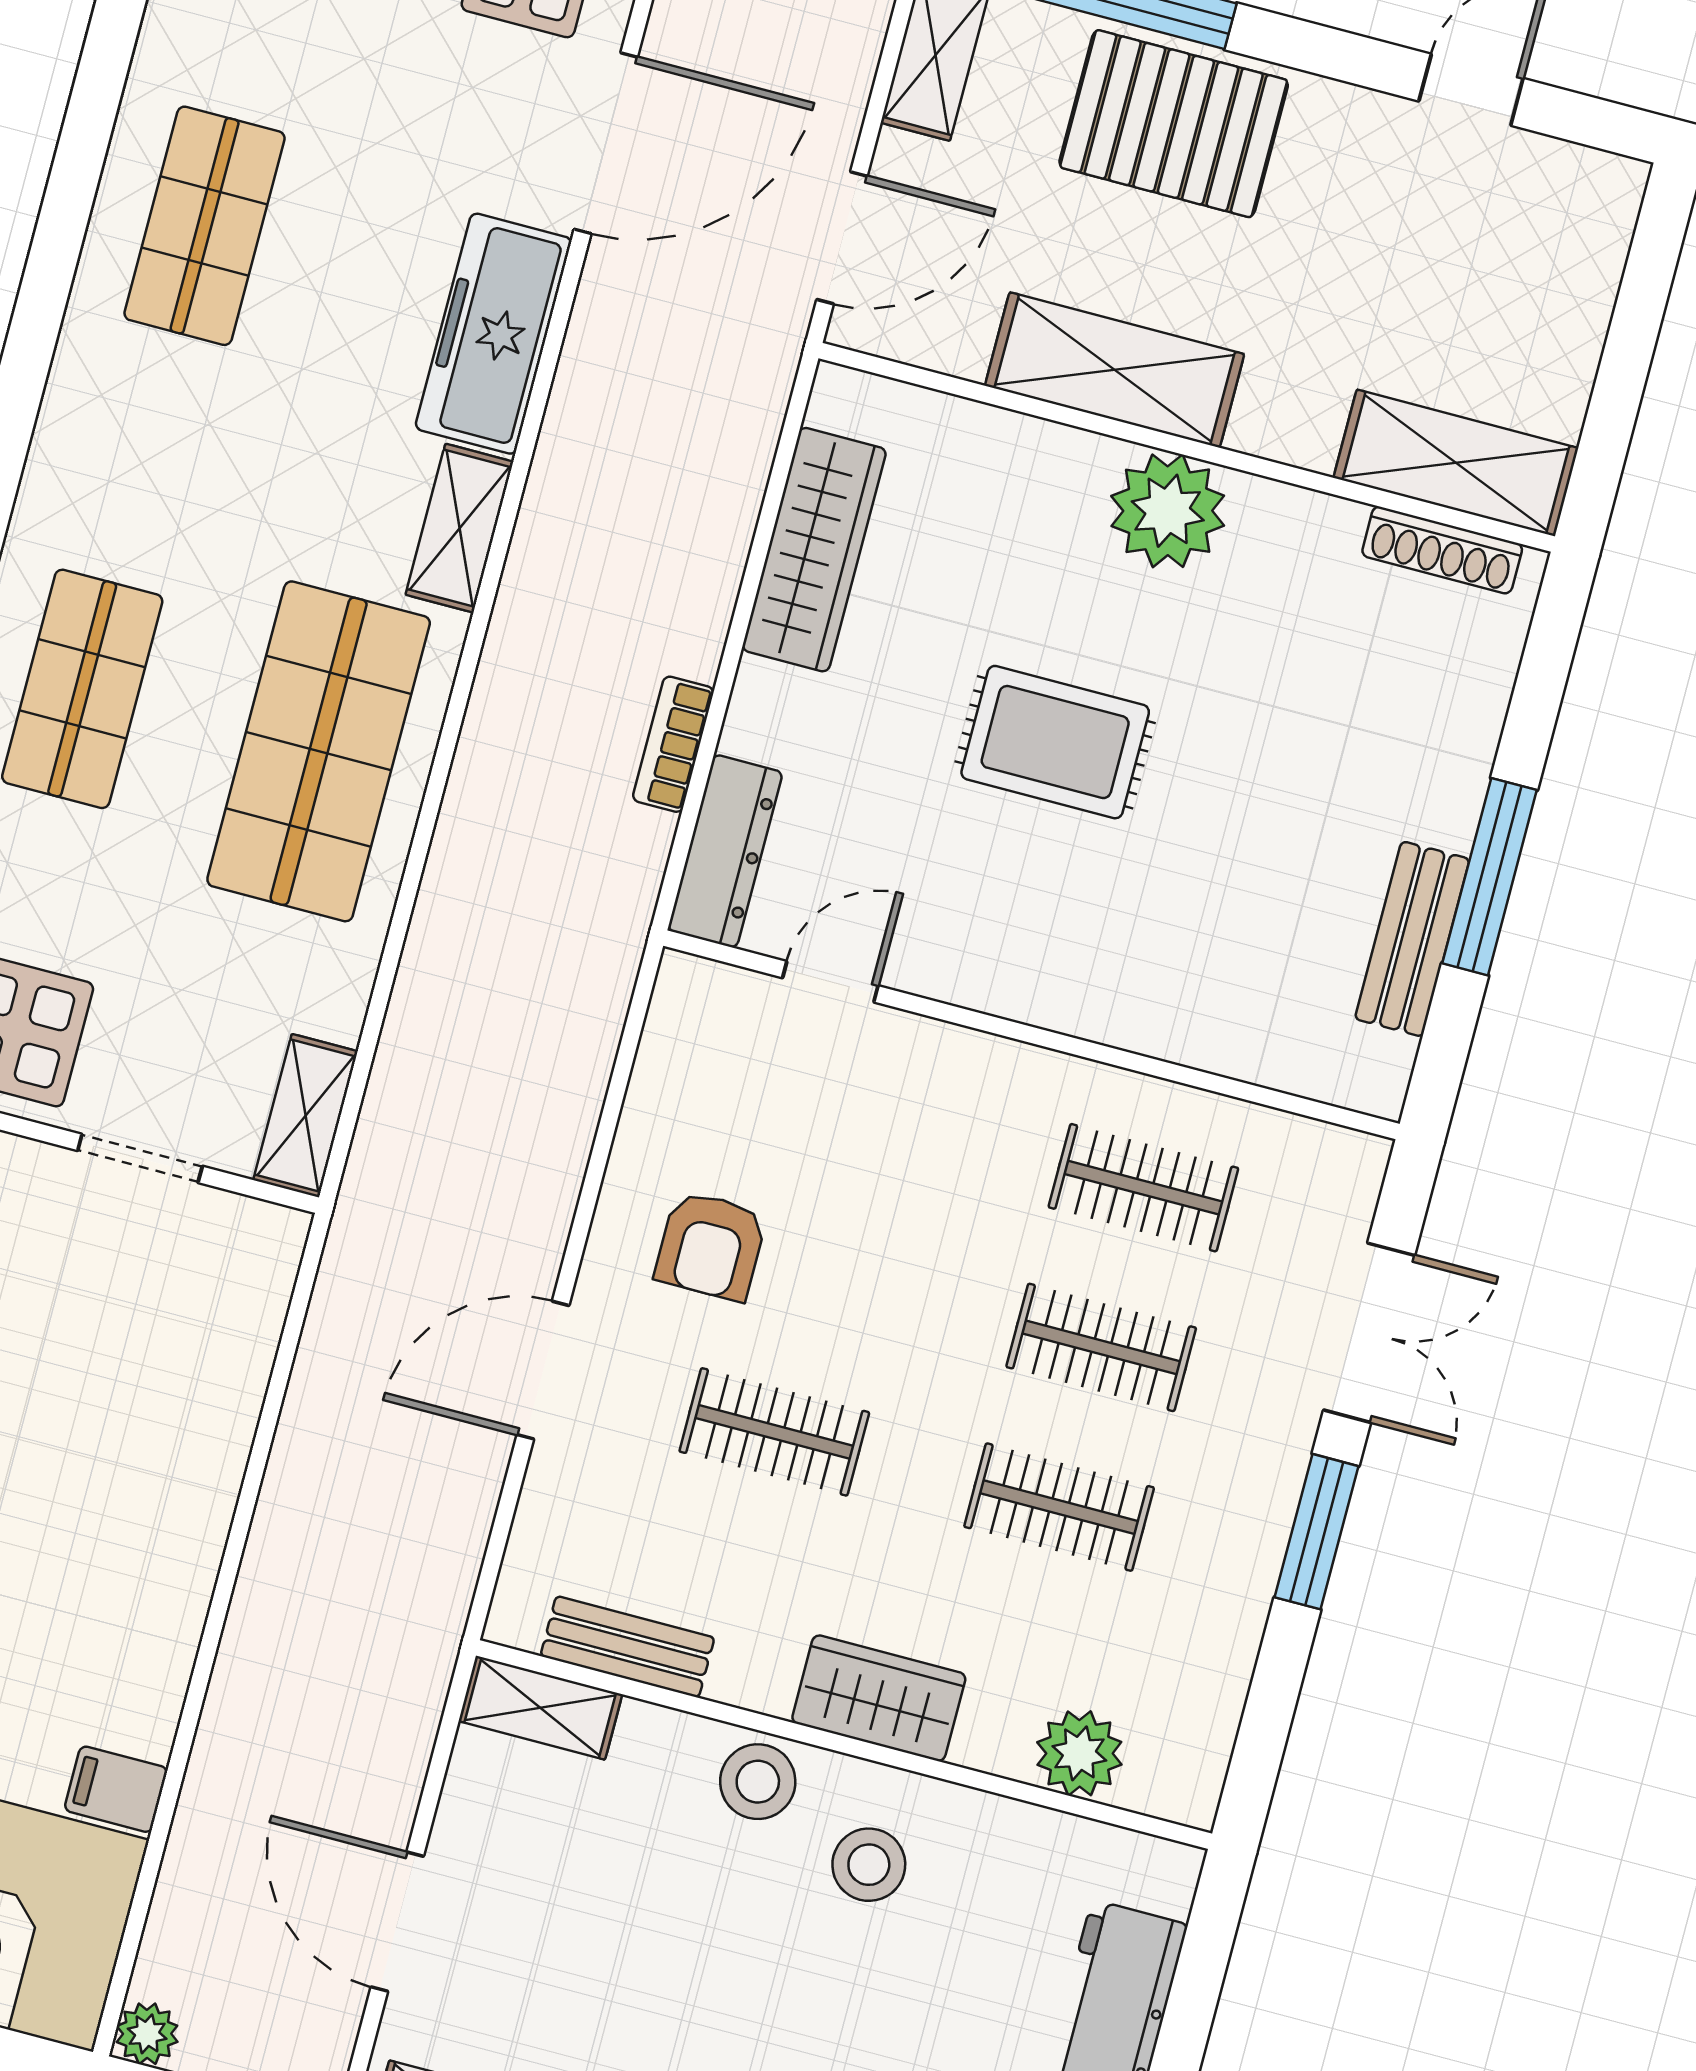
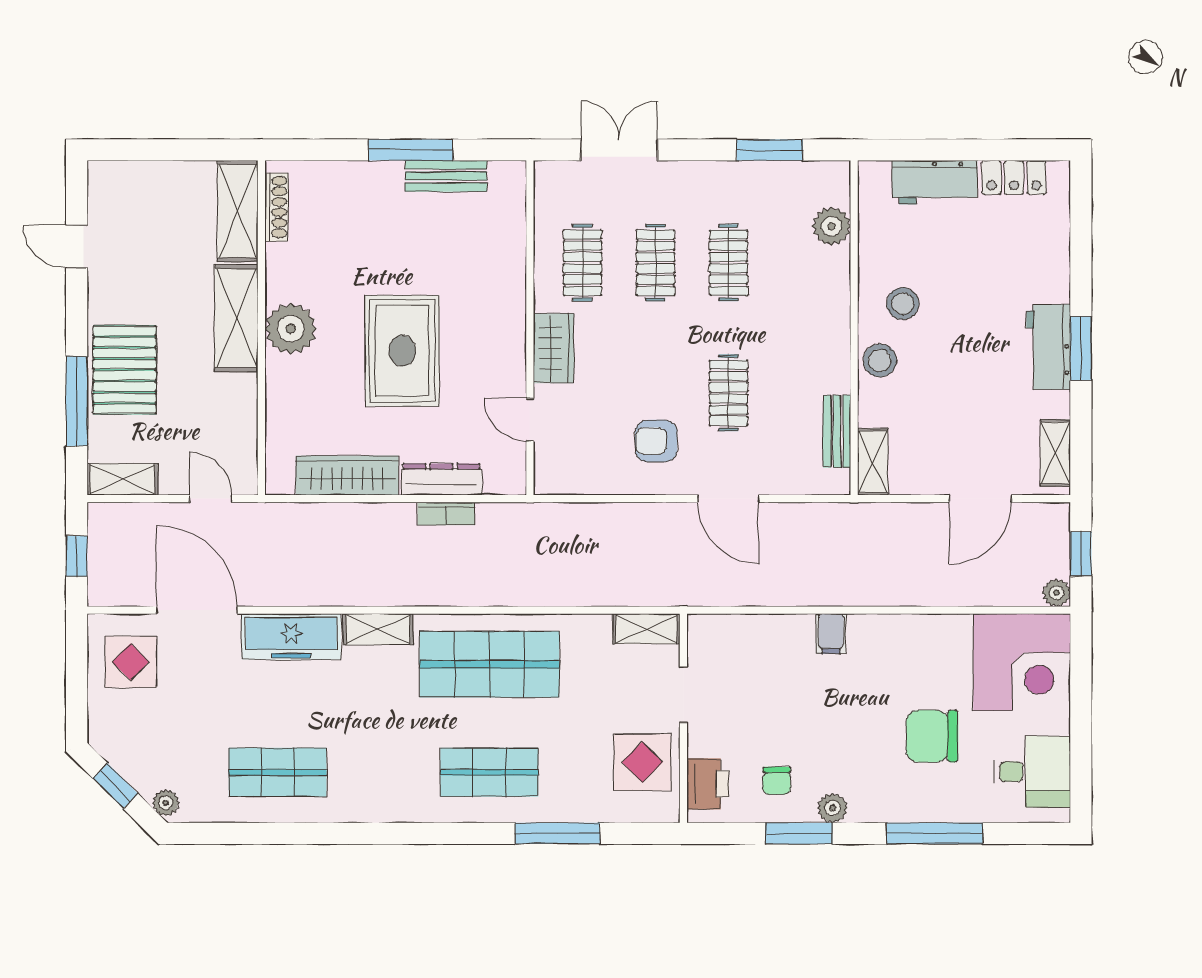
door: (842, 238) -> (211, 499), width x0.73
shelving: (1115, 370) -> (236, 318), moved
rug: (1055, 742) -> (402, 351), width x1.36, depth x1.43
dresser: (725, 851) -> (442, 479), moved
armchair: (711, 1246) -> (656, 441), turned 180
window: (1317, 1532) -> (769, 150), moved
wardrobe: (879, 1698) -> (554, 348), moved, turned 180
filing cabinet: (116, 1789) -> (831, 634), moved

